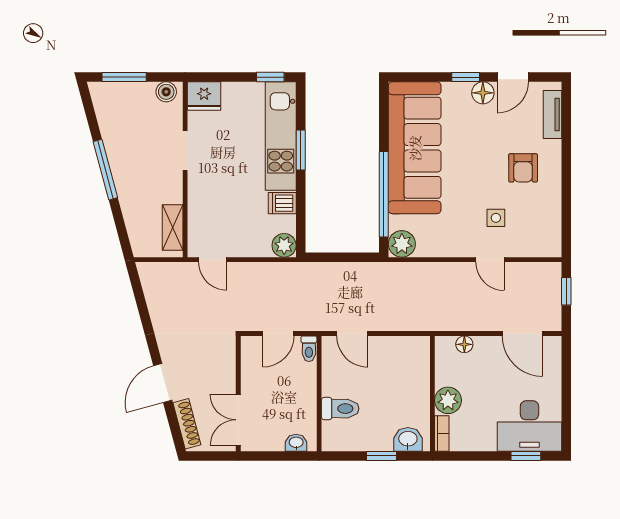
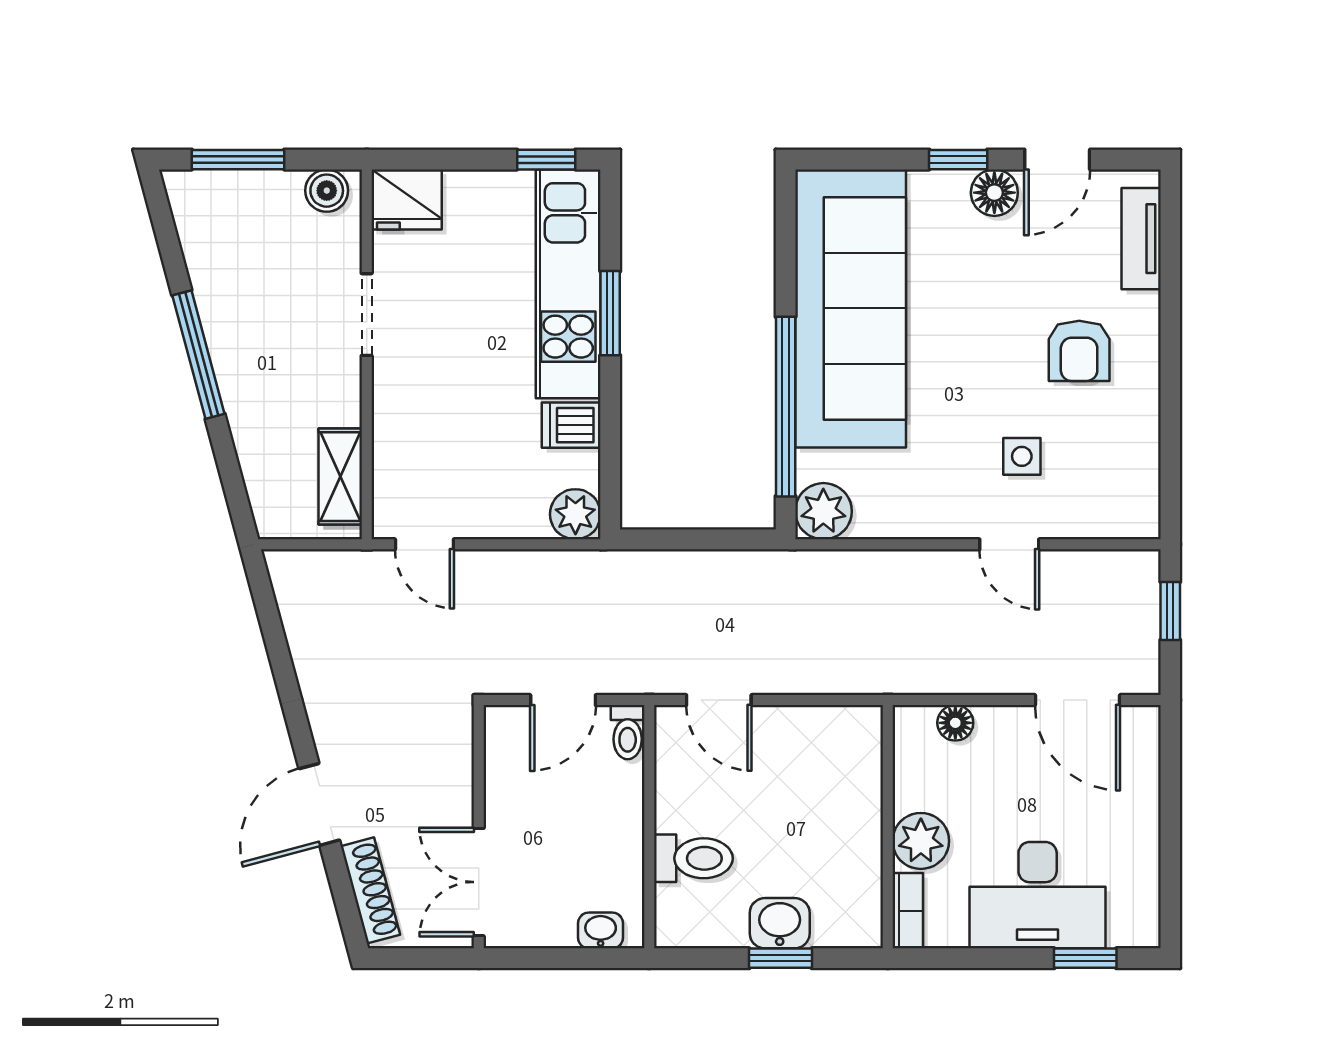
desk: (529, 426) -> (1038, 895), moved
washbasin: (408, 439) -> (780, 923), moved

